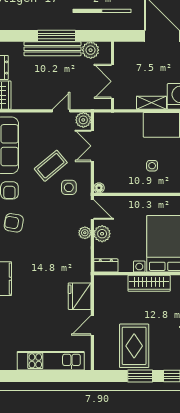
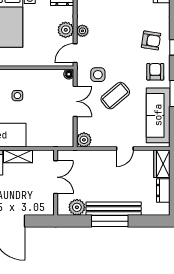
door: (61, 111) -> (125, 149), moved
double door: (92, 146) -> (75, 101), moved
door: (92, 210) -> (75, 53), hinge flipped

